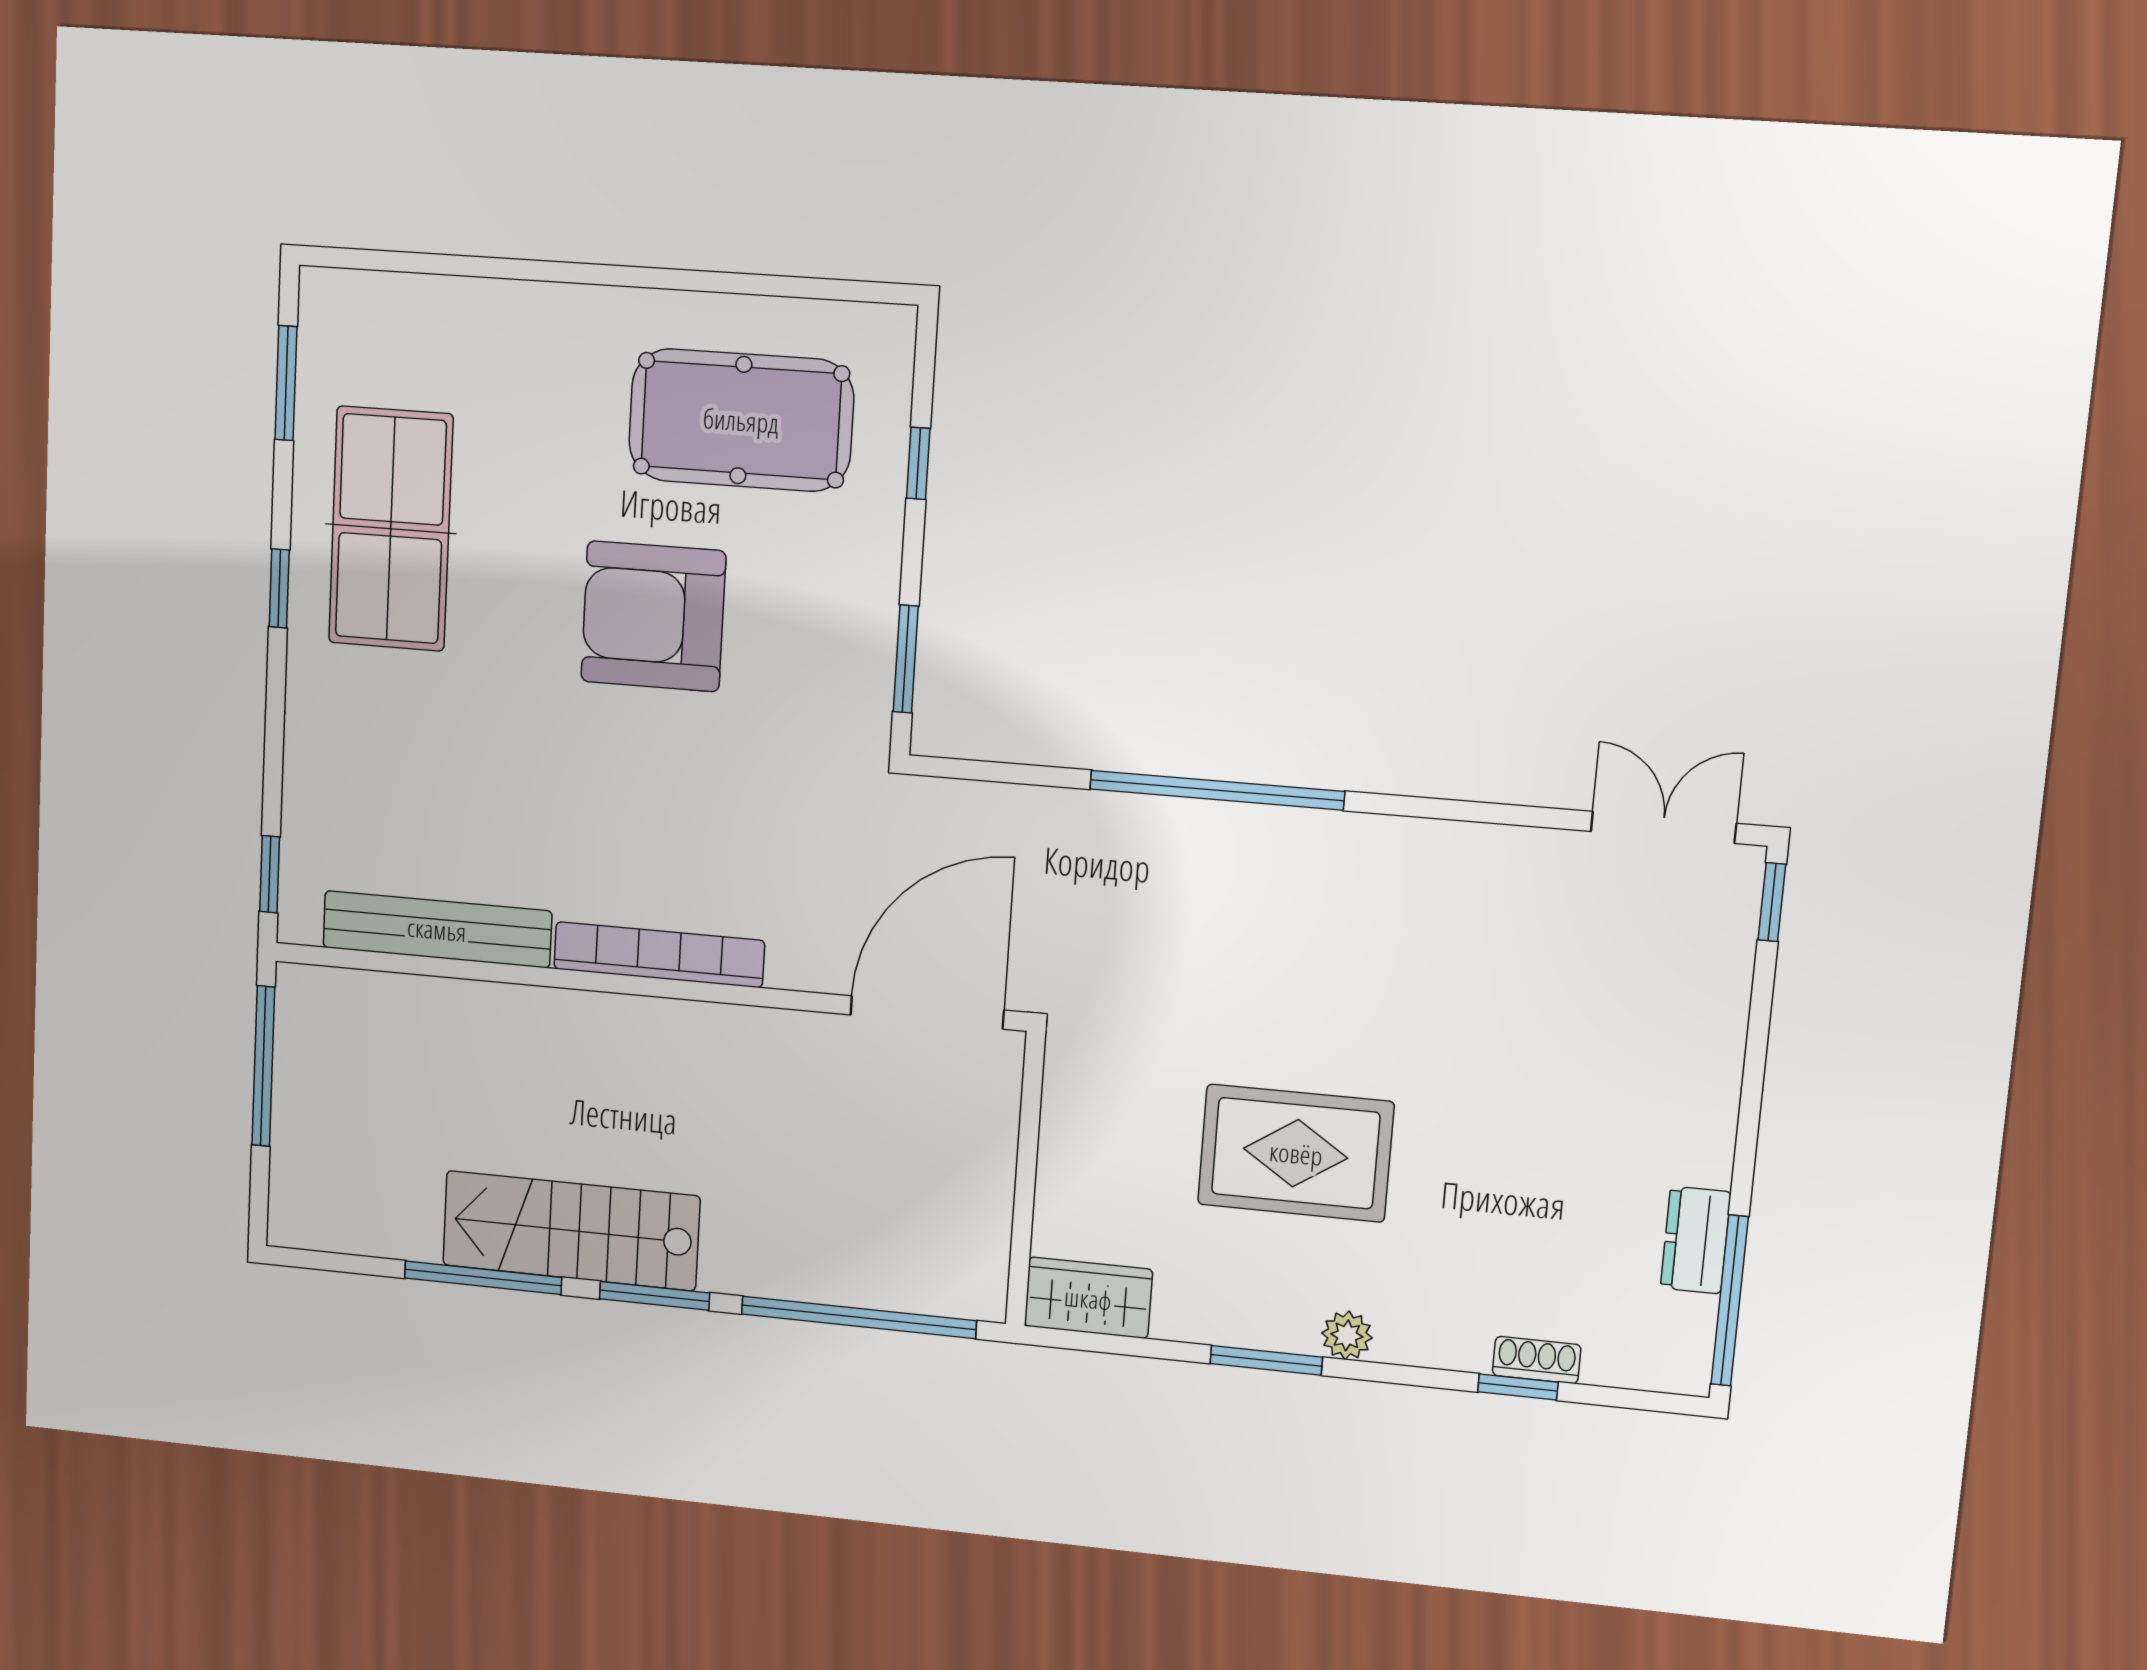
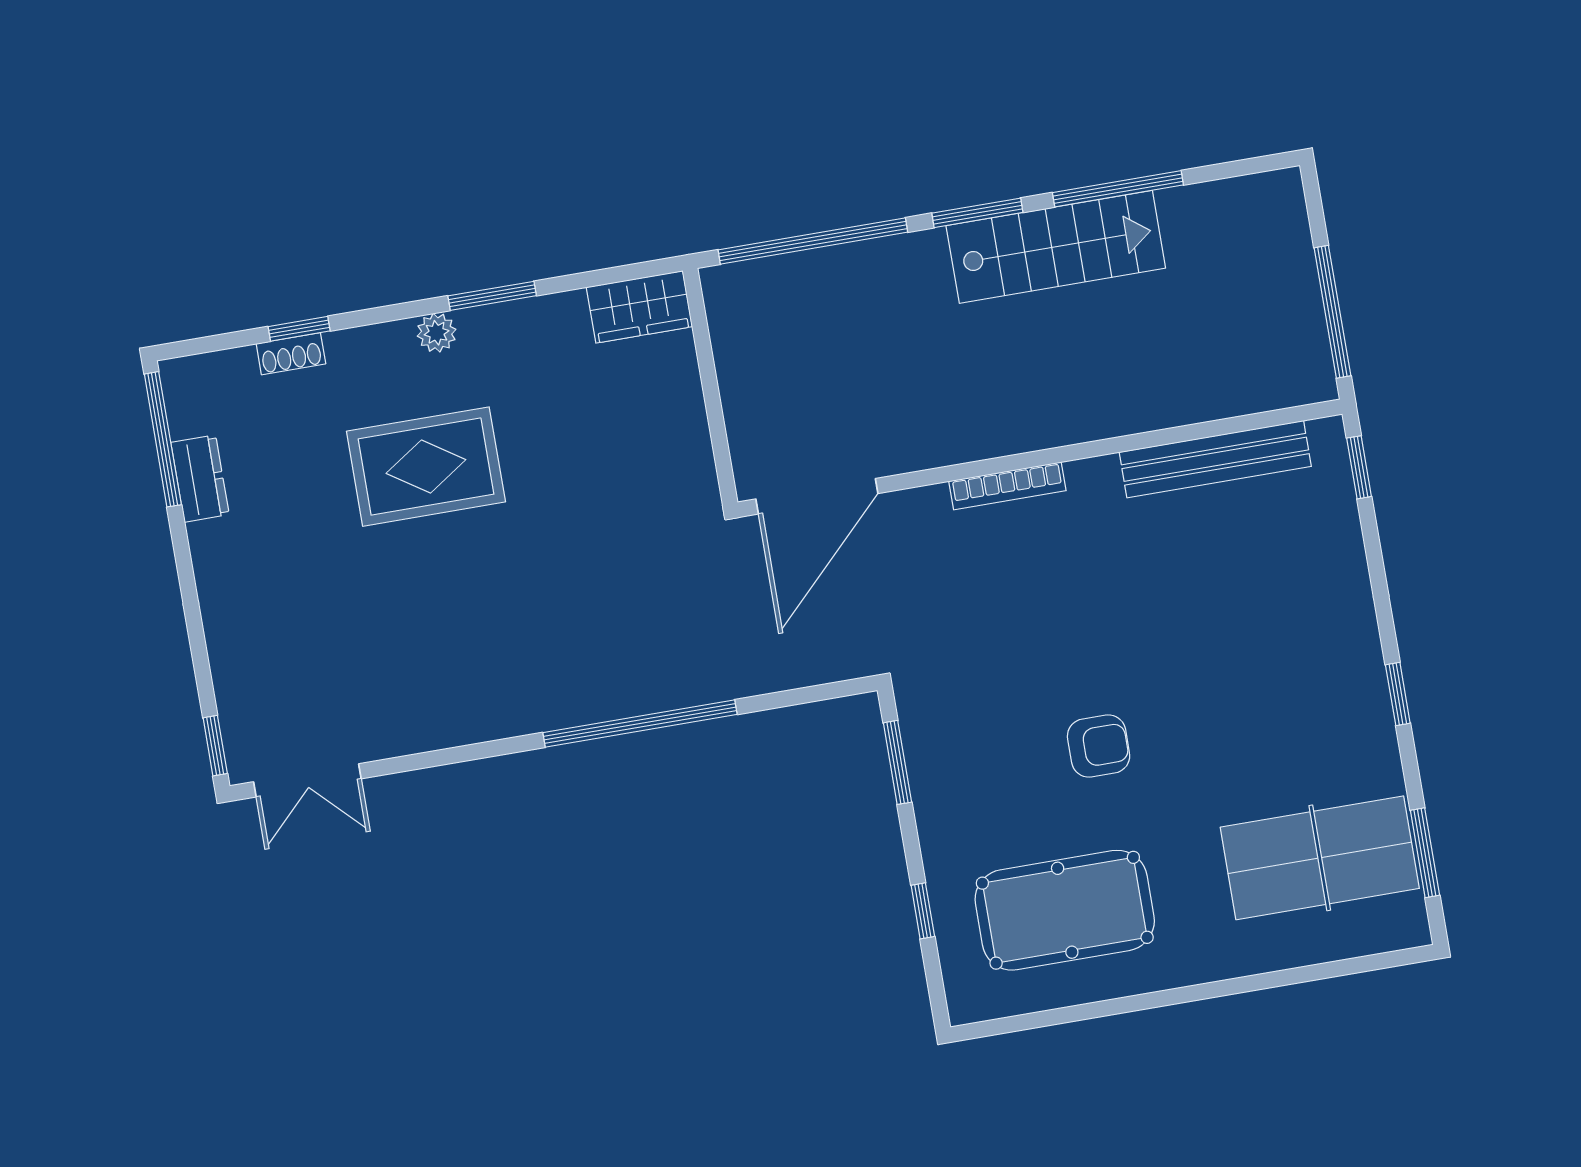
table tennis table: (391, 529) -> (1320, 858), moved, turned 90
armchair: (653, 616) -> (1099, 746), width x0.53, depth x0.53
bookcase: (659, 955) -> (1007, 486), width x0.68, depth x0.76
rug: (1296, 1153) -> (426, 467), moved

